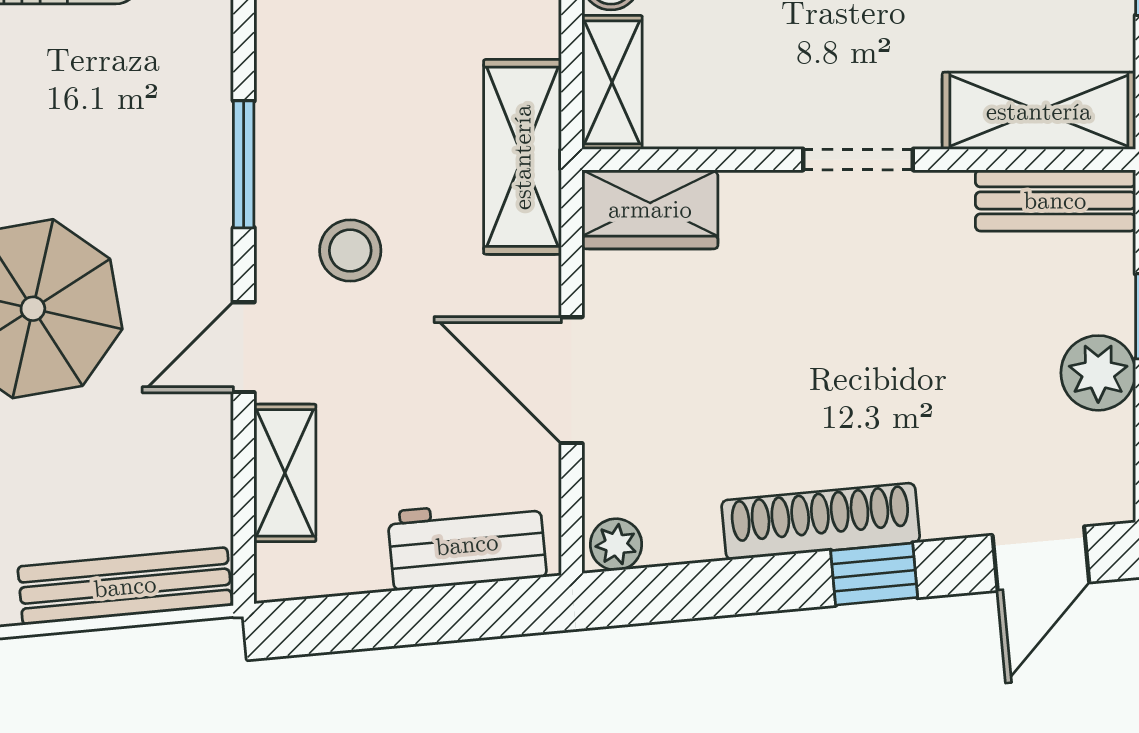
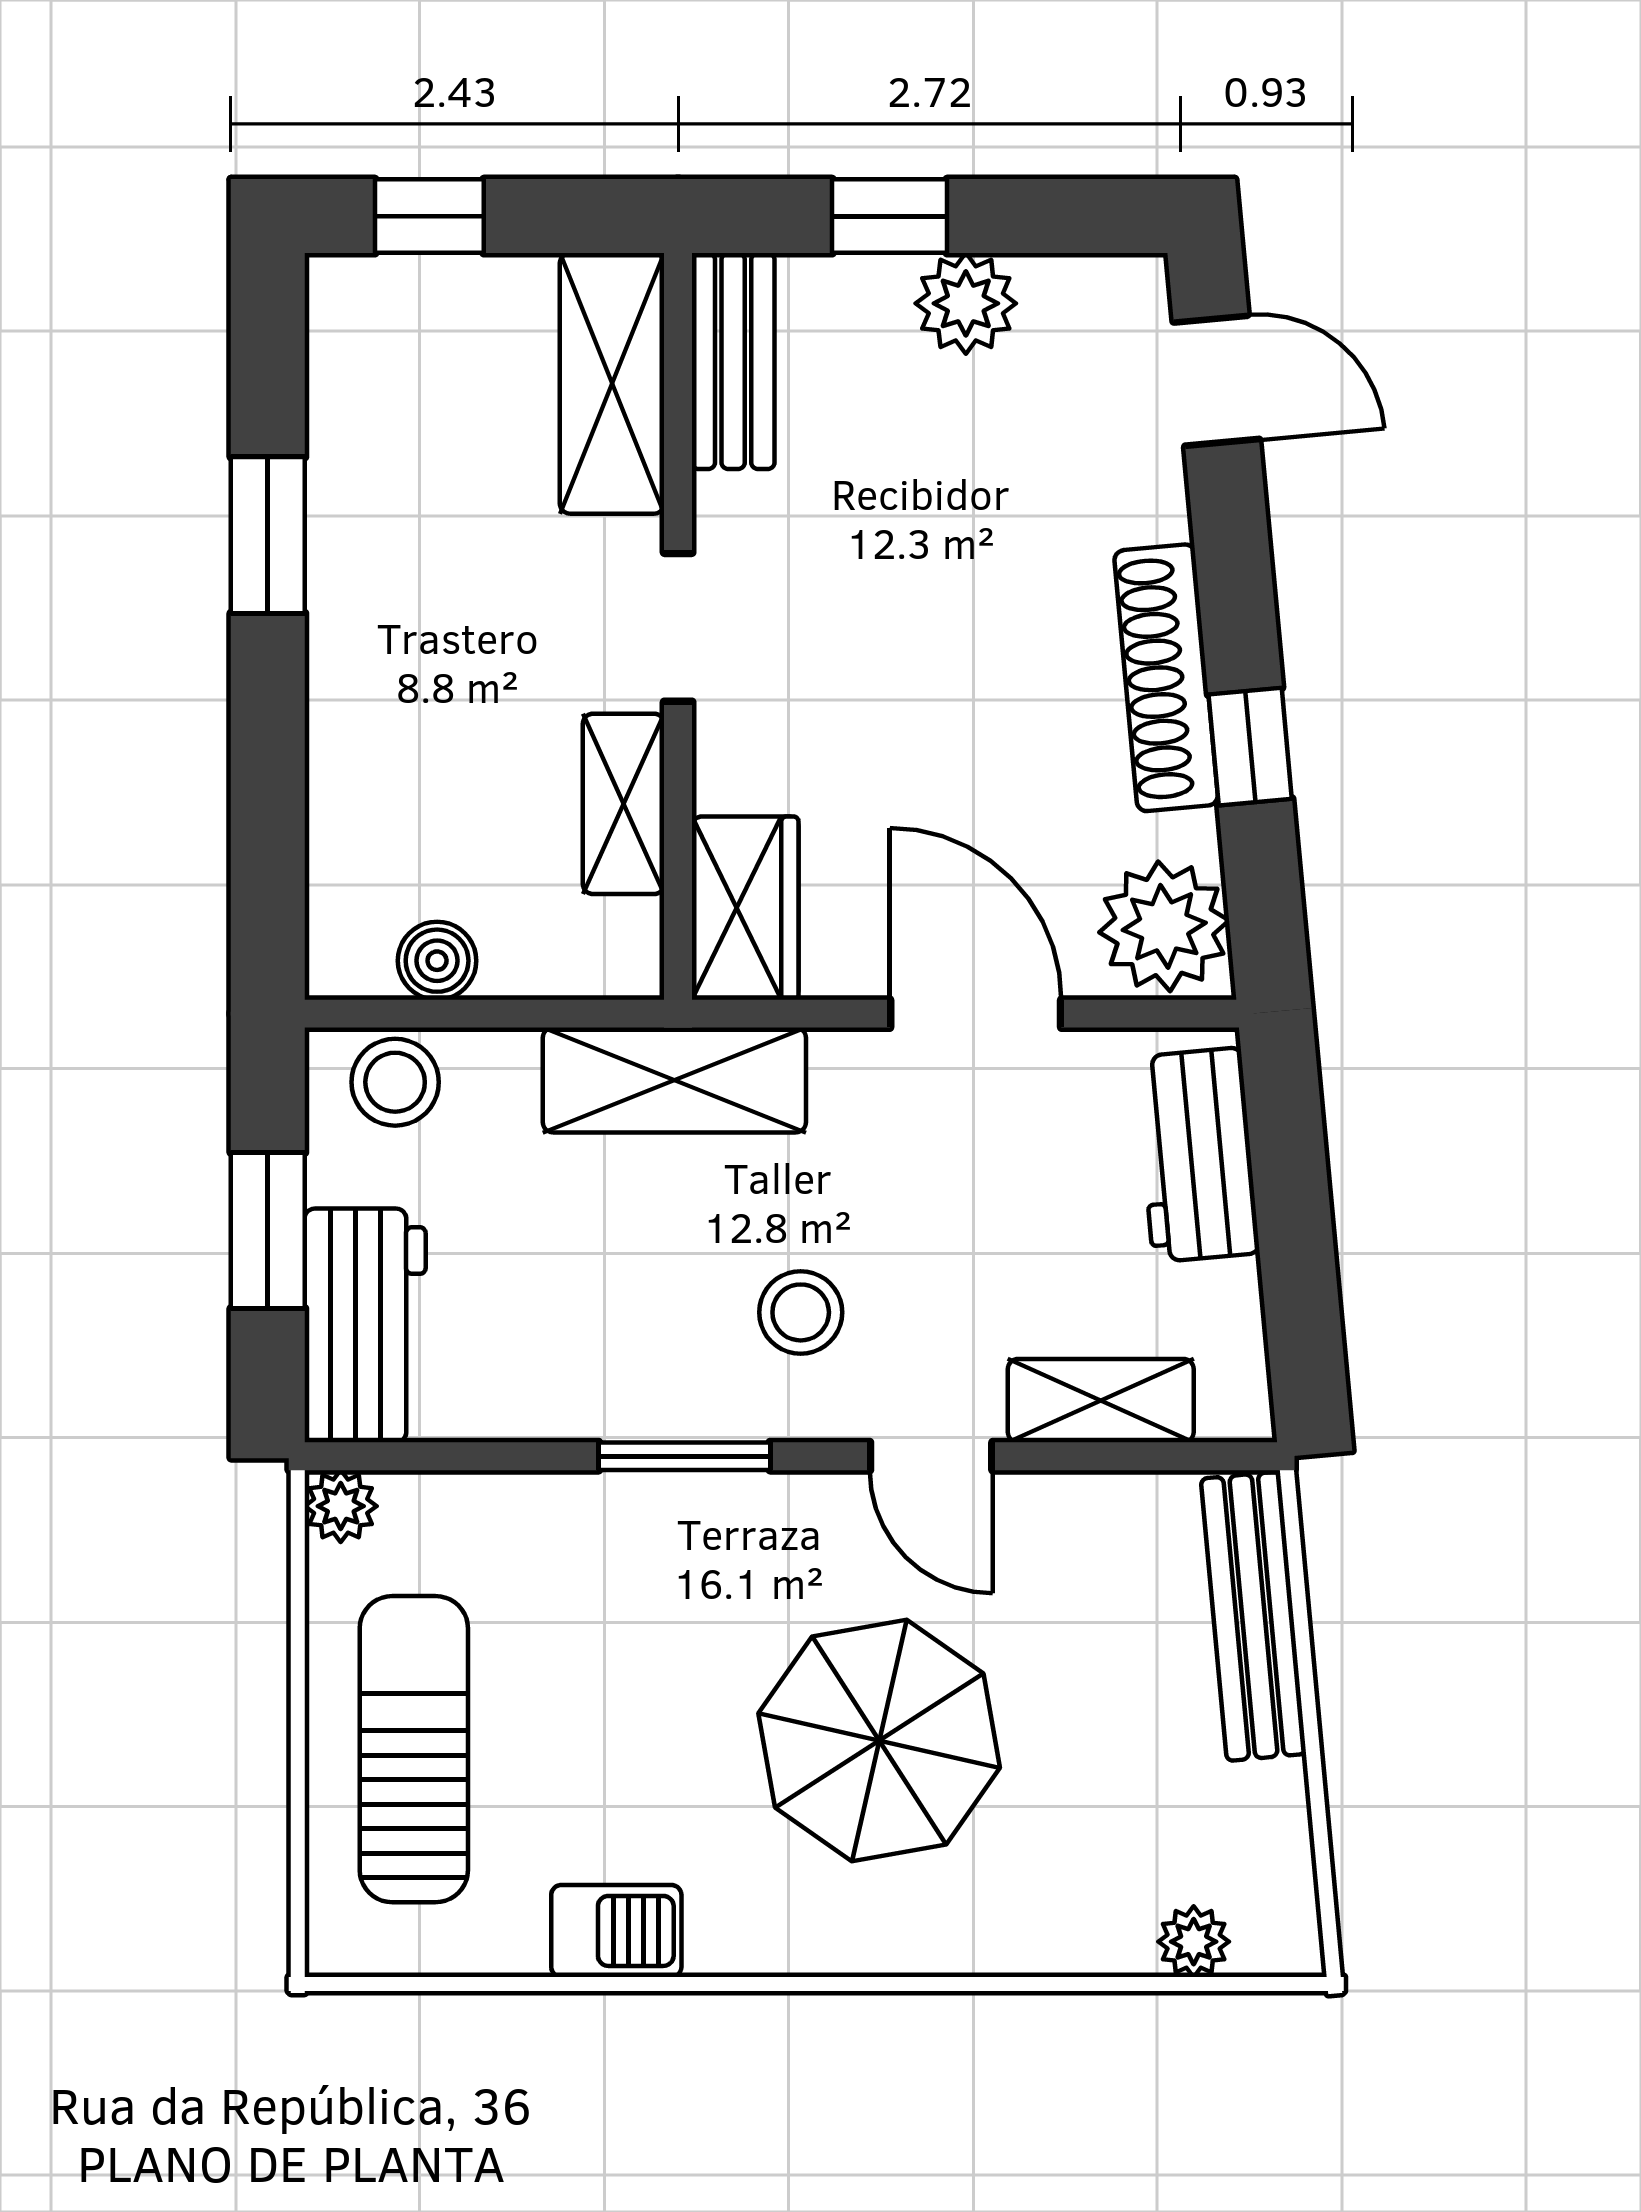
shelving: (612, 82) -> (624, 804), moved, turned 90
door: (572, 380) -> (976, 1014), swing flipped
plant: (616, 544) -> (1164, 926), width x1.87, depth x1.87
window: (874, 574) -> (1250, 747), moved

